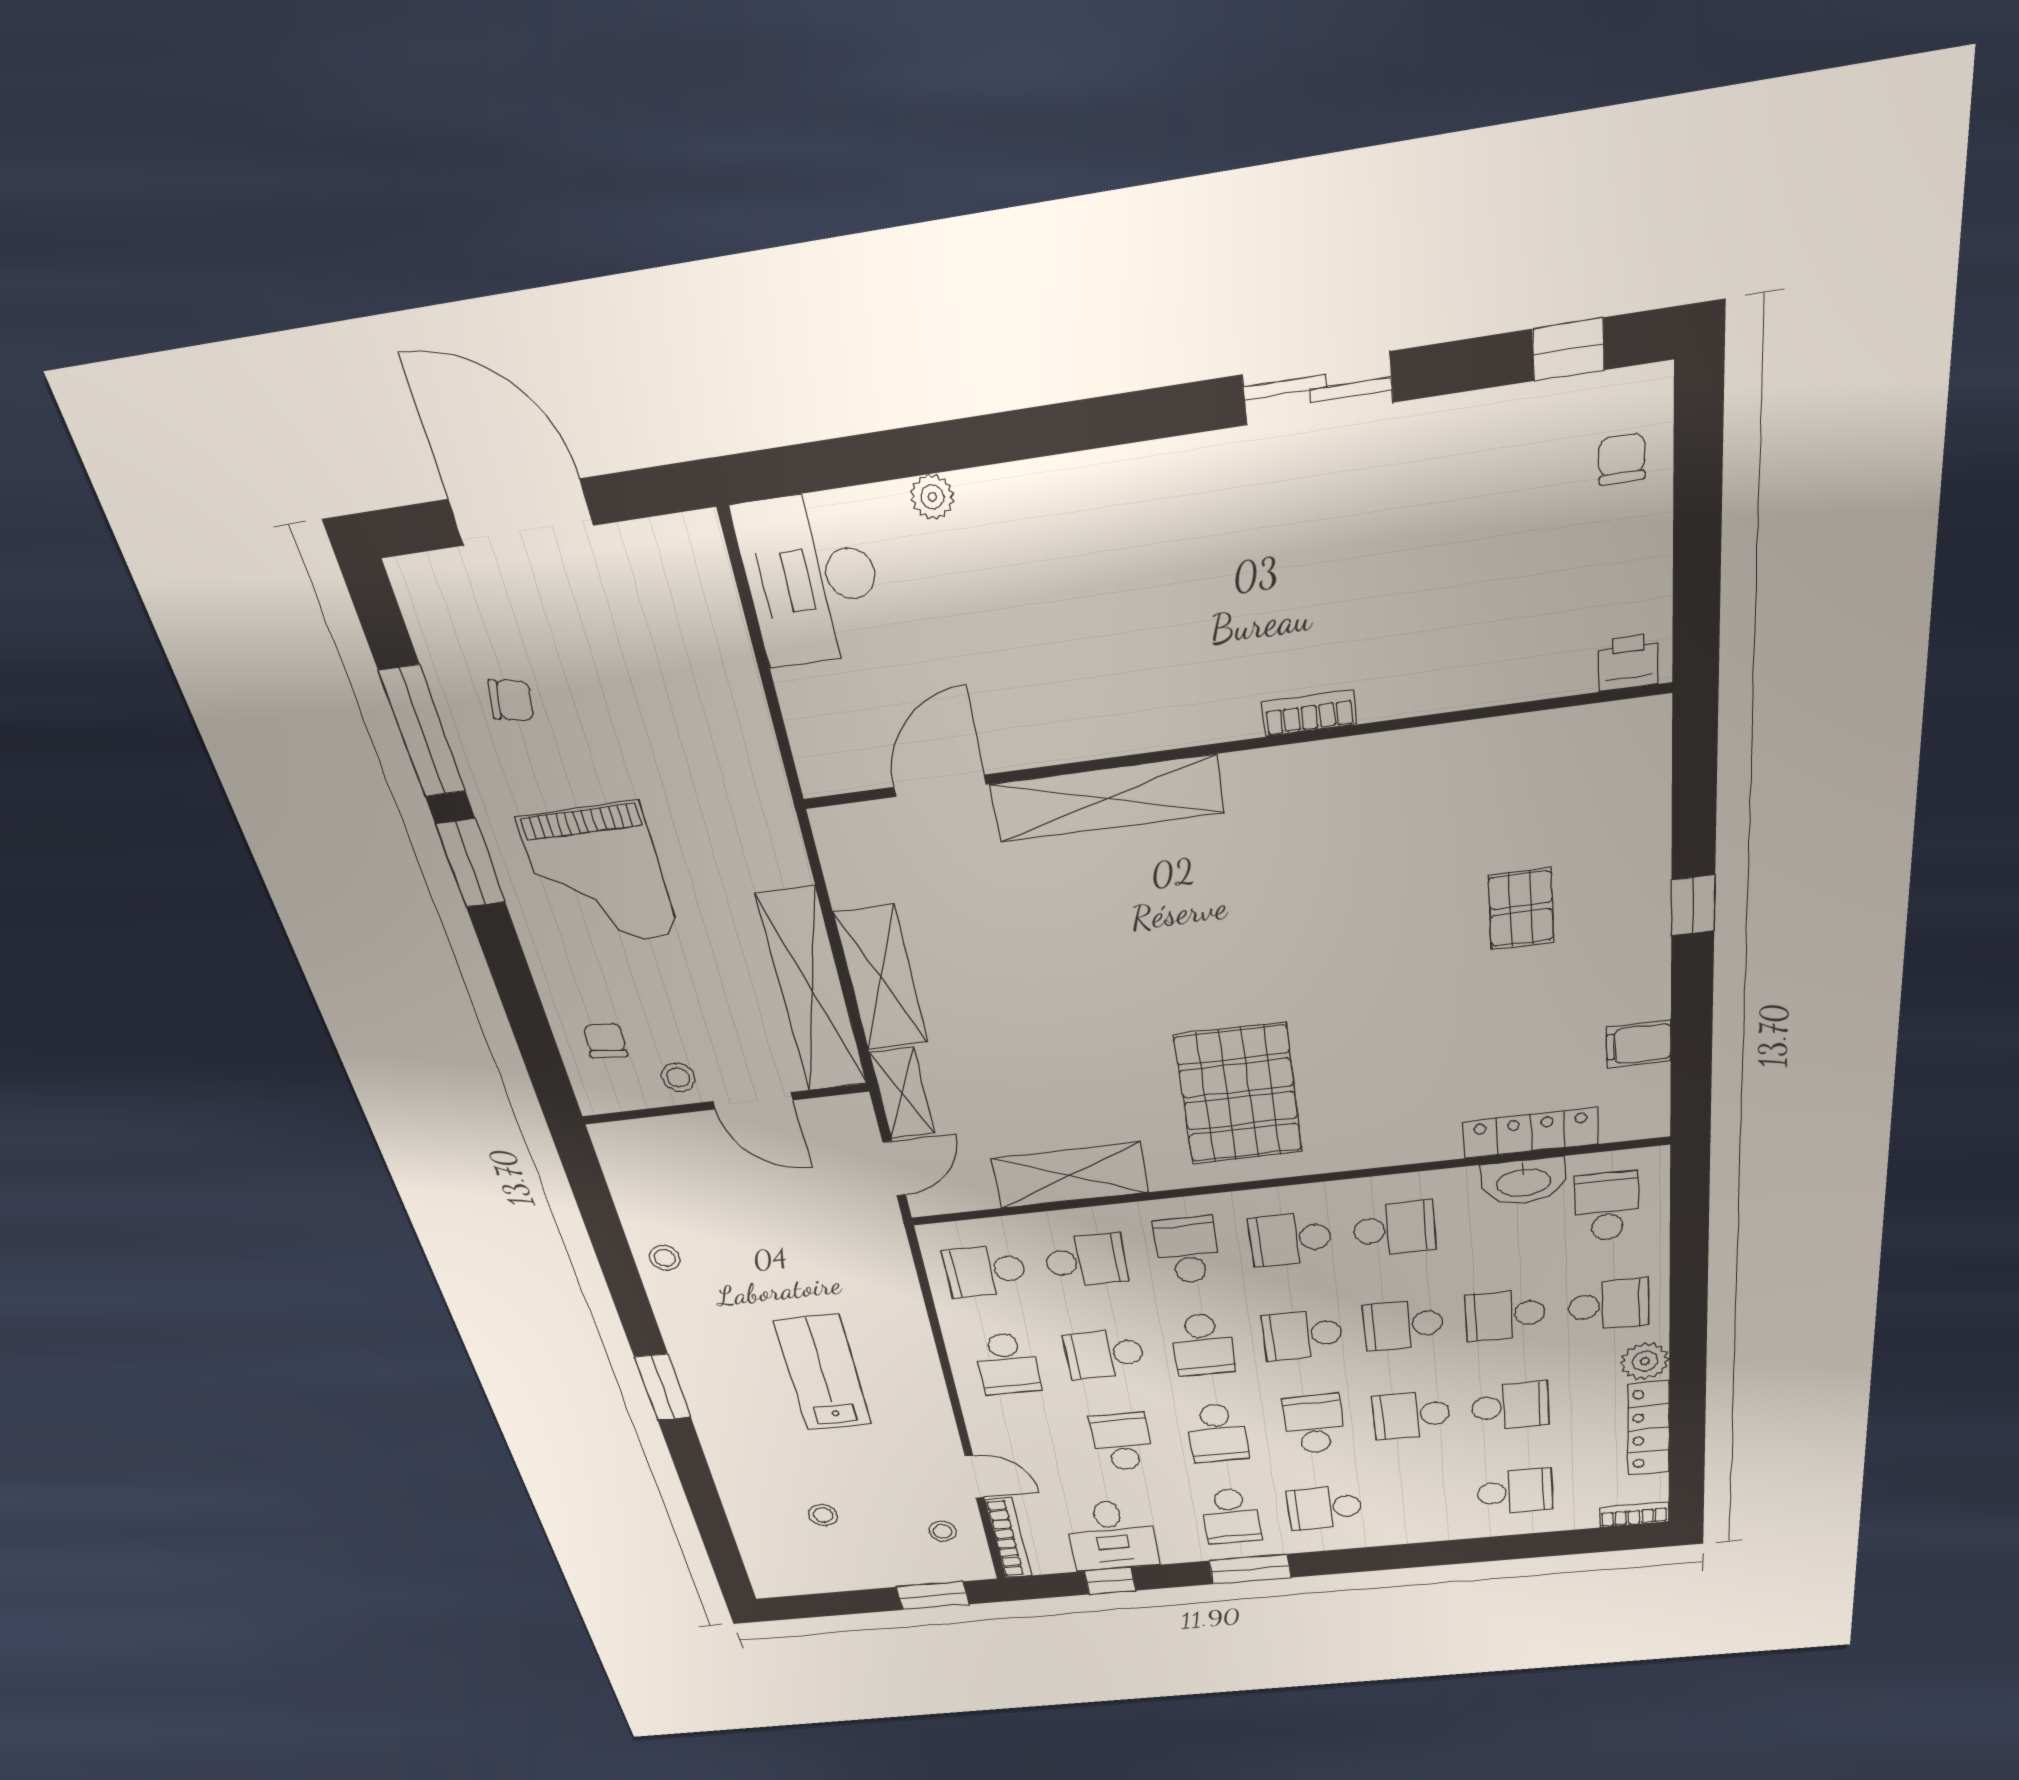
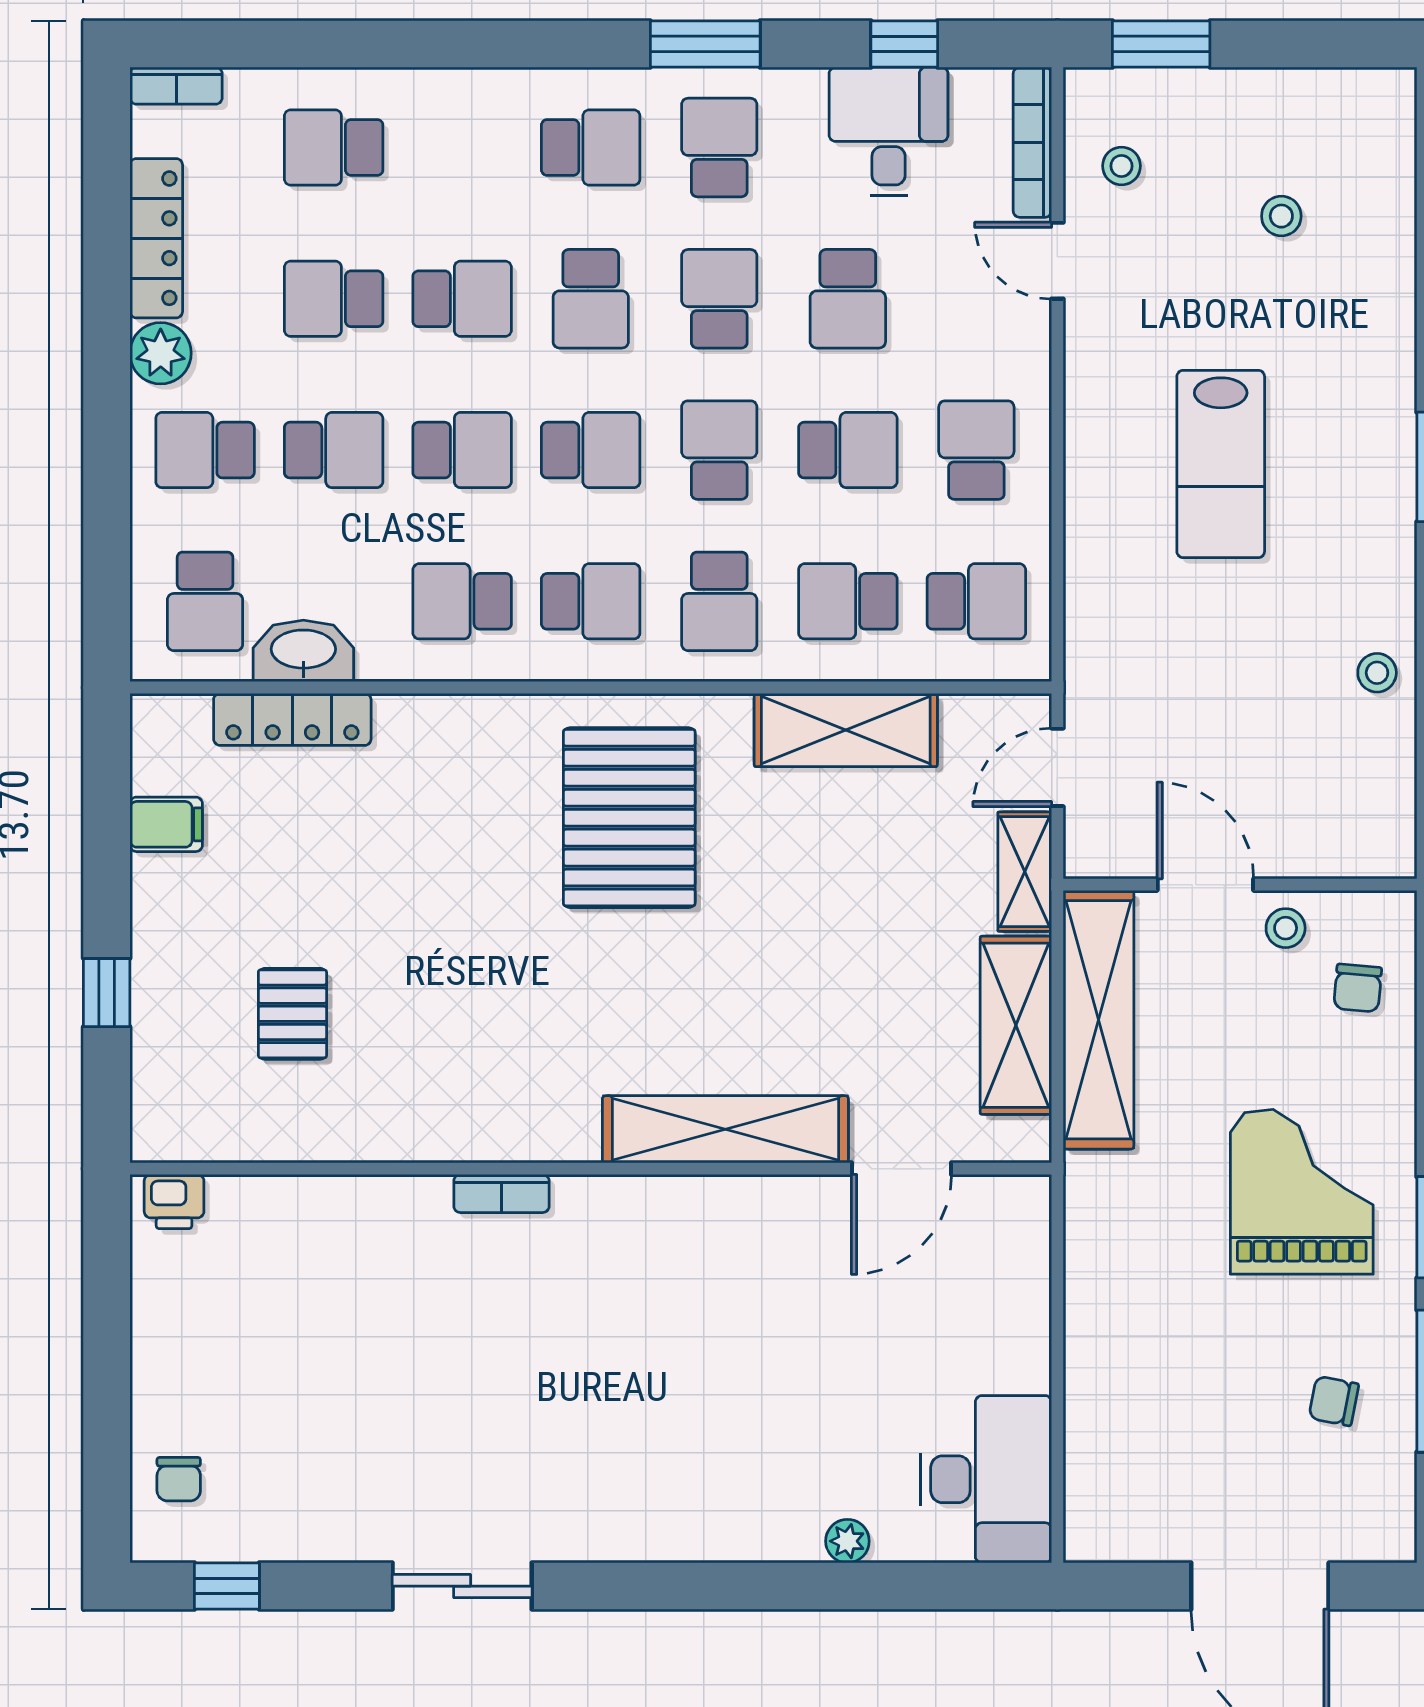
printer: (1628, 662) -> (174, 1202), moved
bookcase: (1309, 713) -> (501, 1193), moved
wall: (1227, 747) -> (591, 1169), moved
door: (940, 786) -> (902, 1169), moved
shelving: (1107, 799) -> (725, 1129), moved

